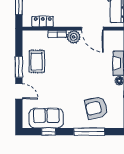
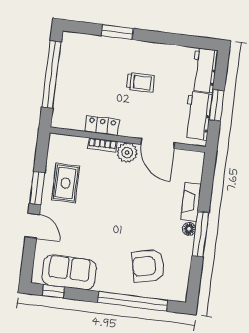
locker: (43, 22) -> (102, 126), moved
window: (48, 132) -> (53, 291), moved
window: (89, 132) -> (133, 301), width x1.46

